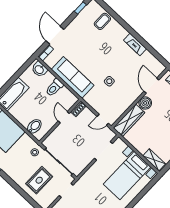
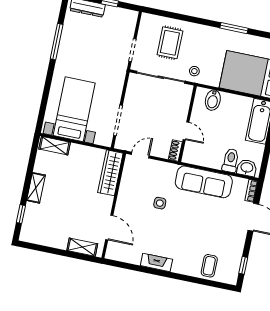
toilet: (54, 88) -> (231, 160), moved
boiler: (145, 103) -> (104, 204), removed

